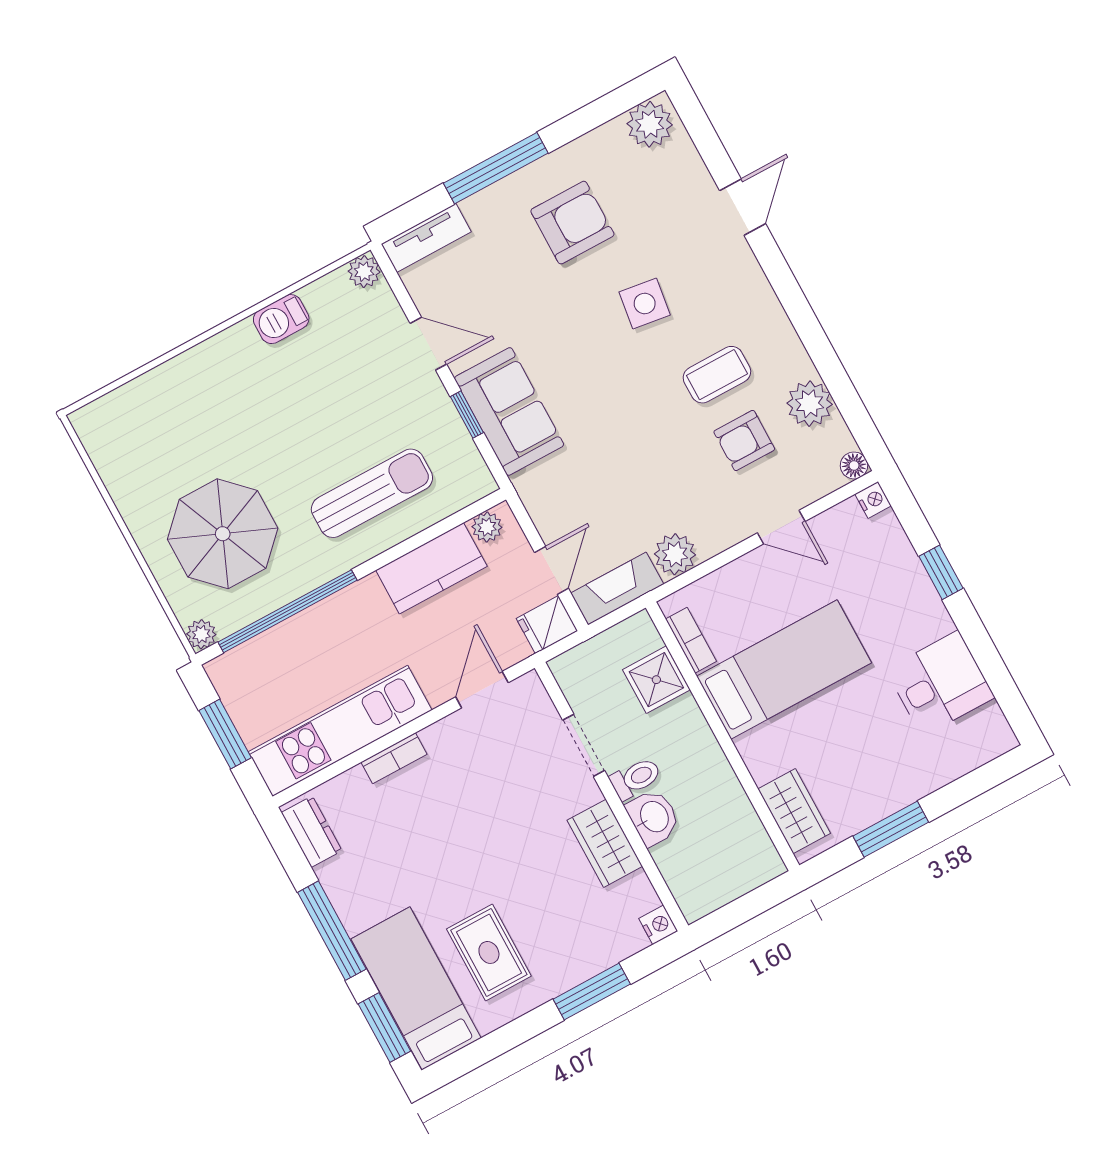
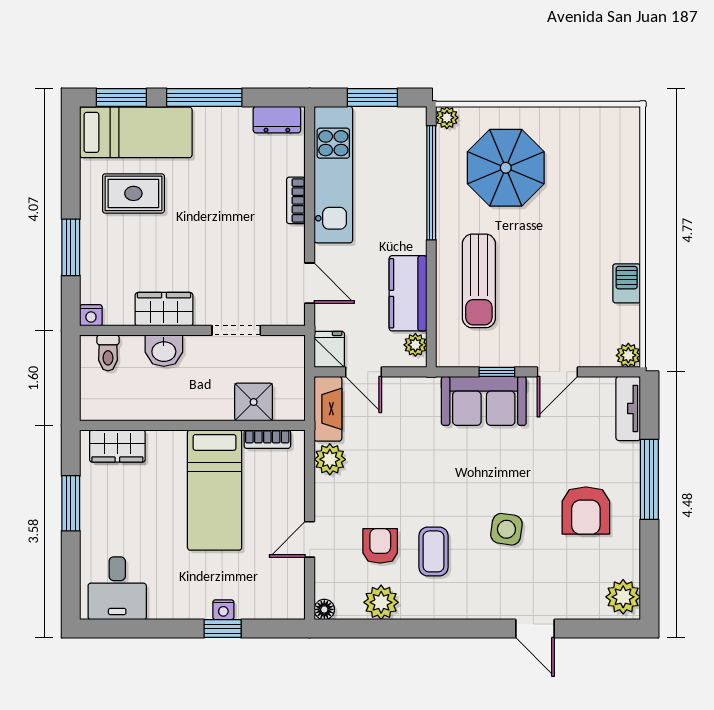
nightstand: (873, 500) -> (223, 610), moved
desk: (940, 683) -> (117, 588), moved
toilet: (635, 778) -> (108, 353), moved

